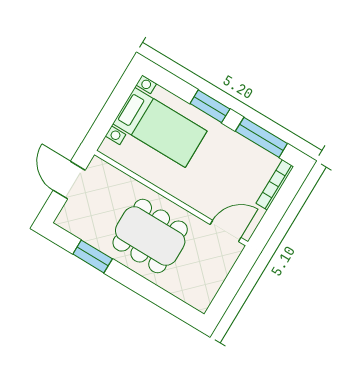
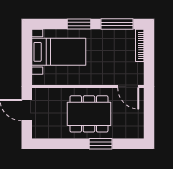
door: (226, 231) -> (128, 86), swing flipped
window: (93, 256) -> (101, 144), moved

